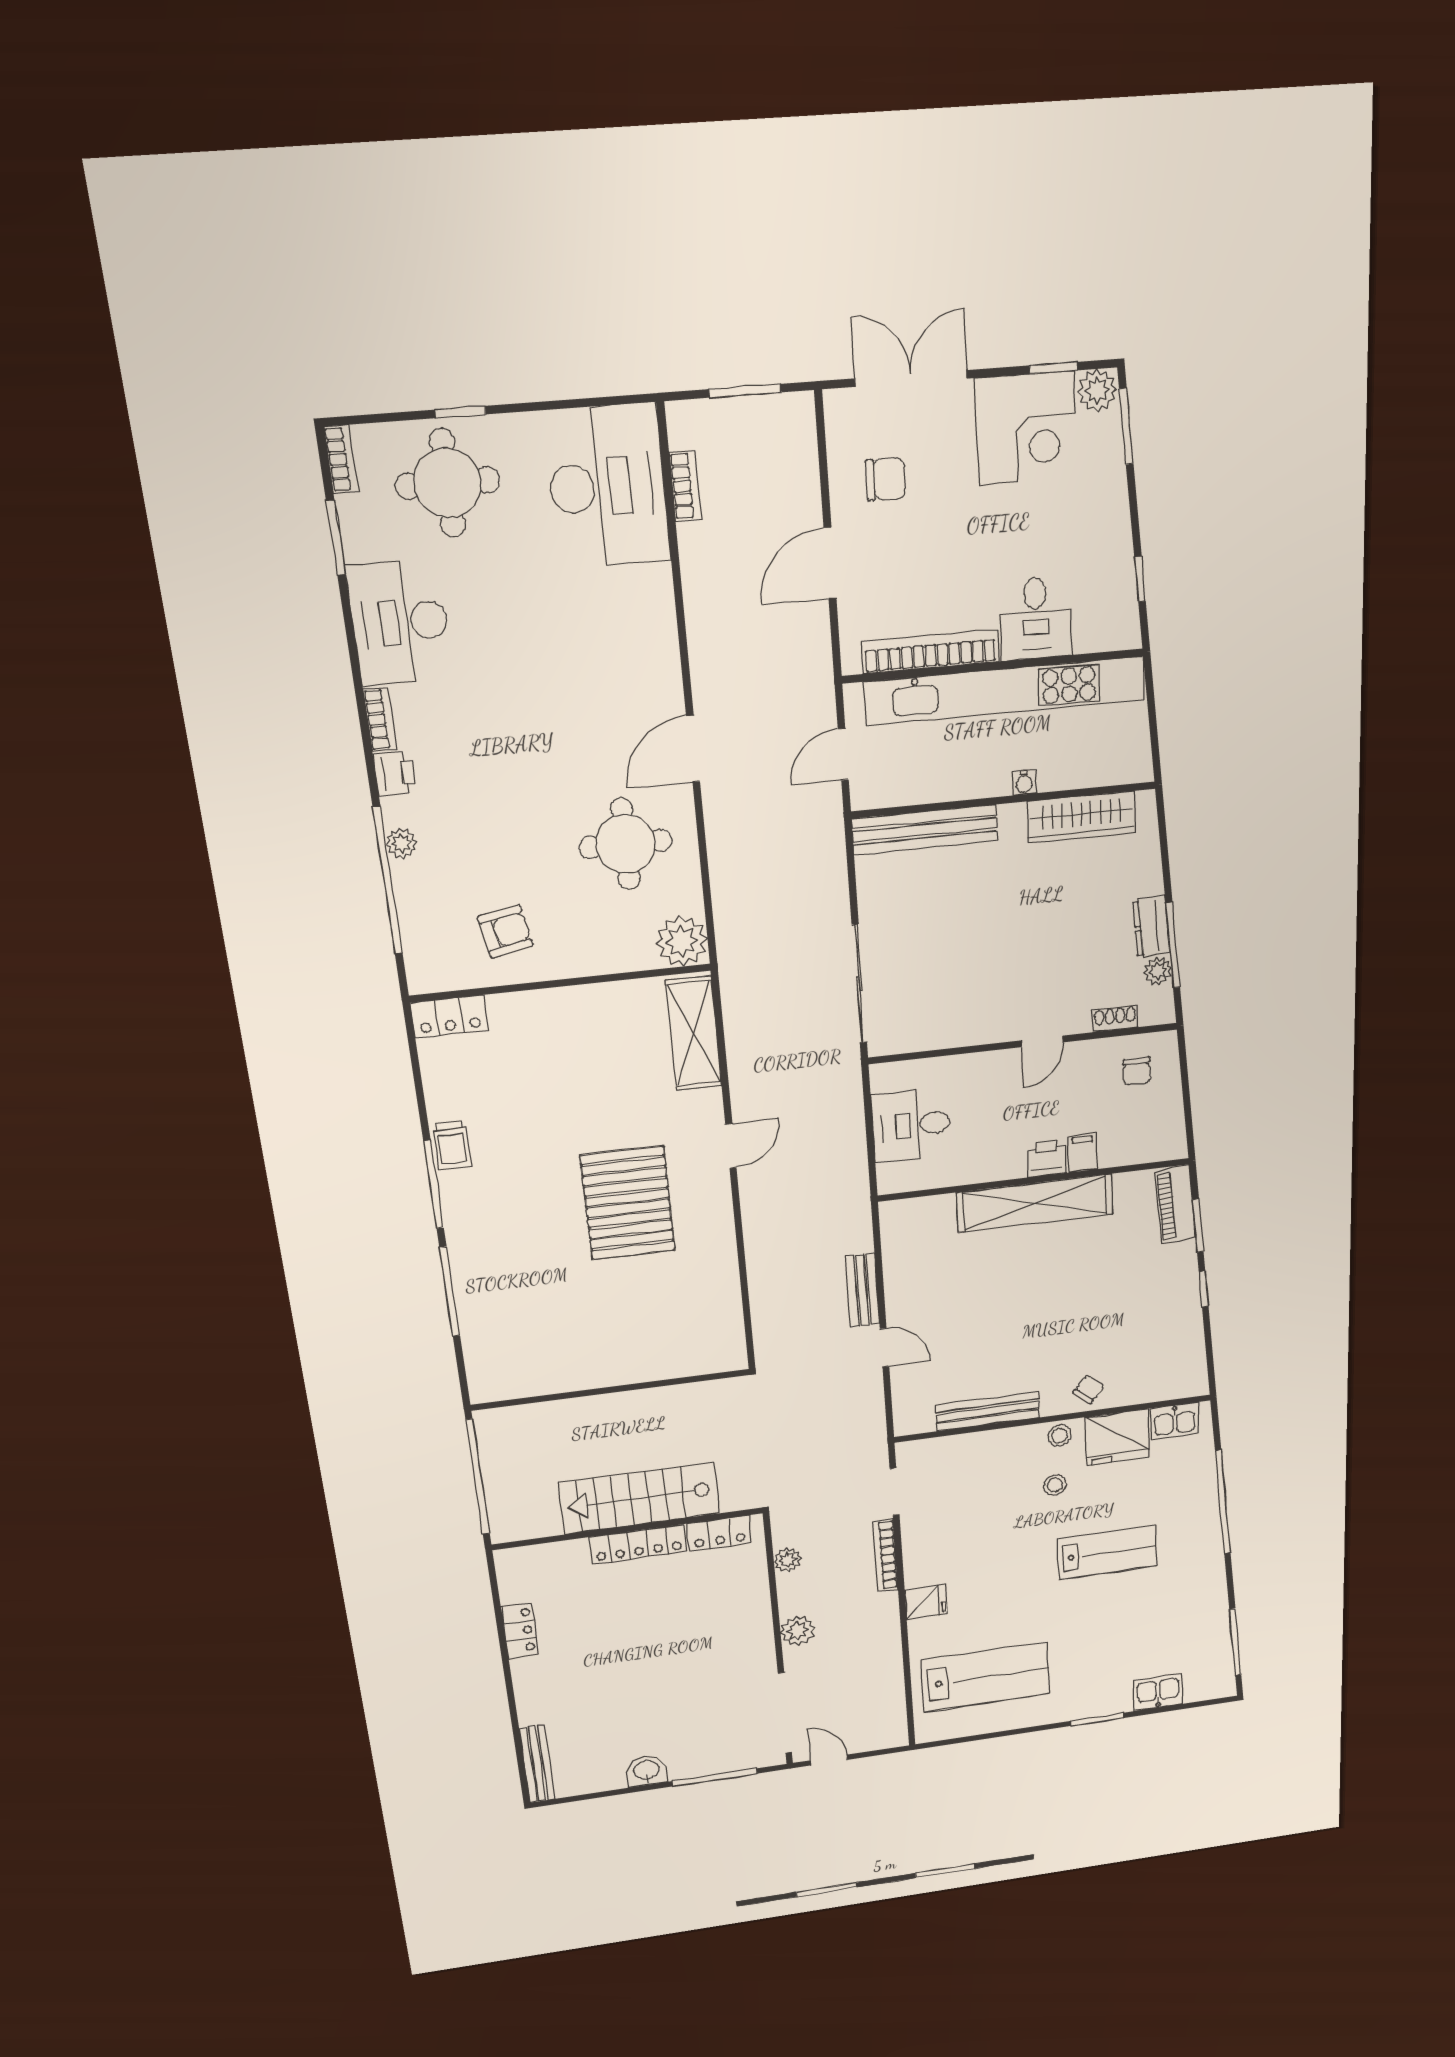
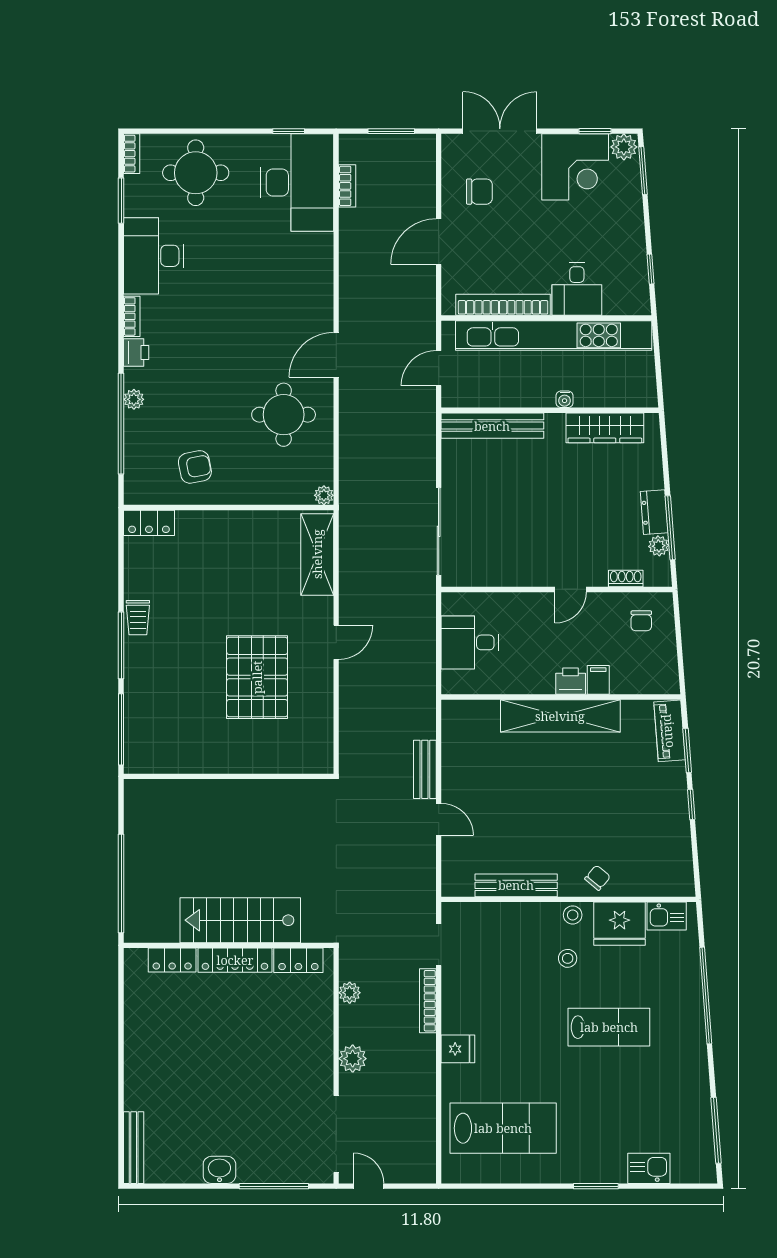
window: (460, 412) -> (289, 131), moved
plant: (682, 941) -> (324, 495), width x0.53, depth x0.53
wall: (611, 1390) -> (229, 776), moved
locker: (520, 1631) -> (172, 960), moved, turned 90

